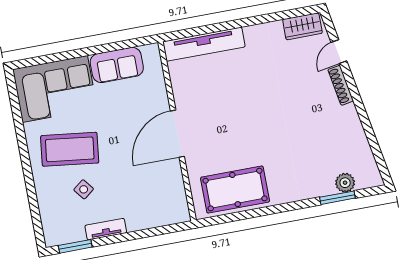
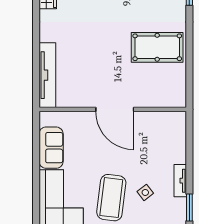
pool table: (235, 190) -> (157, 47), moved, turned 90

